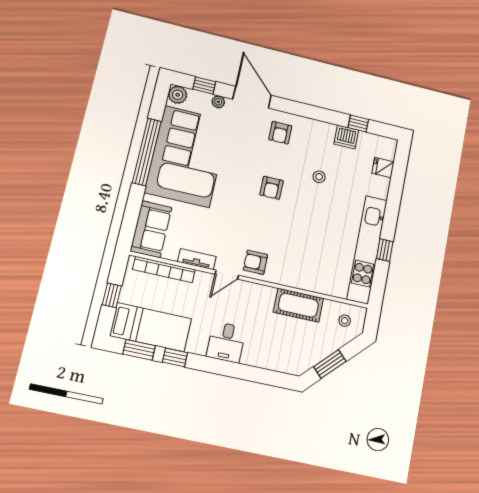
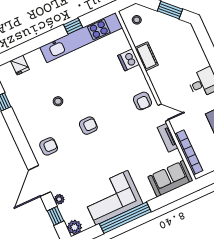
dishwasher: (346, 137) -> (129, 60), moved, turned 180
corner sofa: (187, 156) -> (112, 198), width x0.73, depth x0.74
cot: (298, 305) -> (147, 56), width x0.73, depth x0.75

